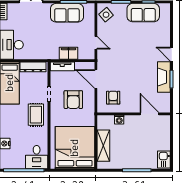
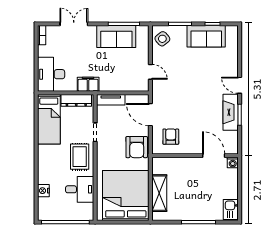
filing cabinet: (68, 53) -> (88, 84), moved
armchair: (73, 100) -> (137, 147), moved
washing machine: (119, 120) -> (233, 162), moved
desk: (37, 157) -> (80, 189), moved, turned -90

